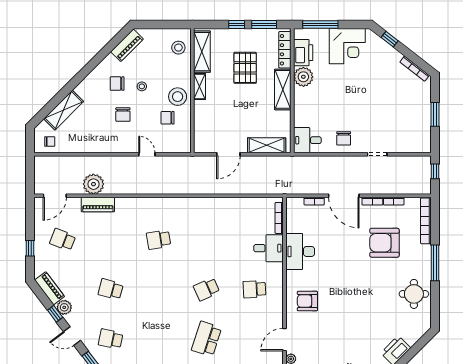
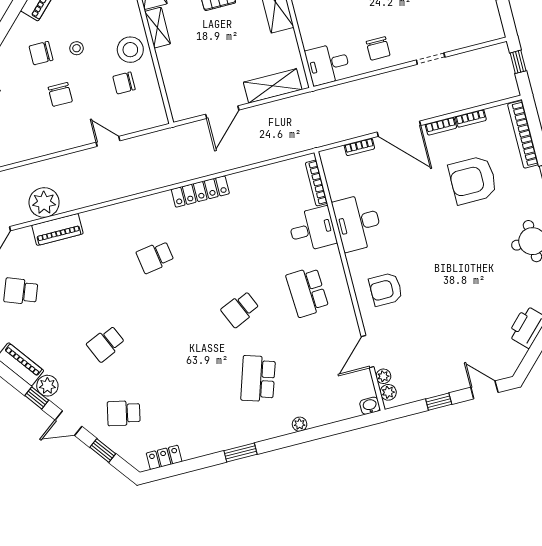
locker: (200, 204) -> (200, 191), added
school desk: (111, 289) -> (106, 344), turned -39
school desk: (254, 289) -> (307, 292), width x1.85

